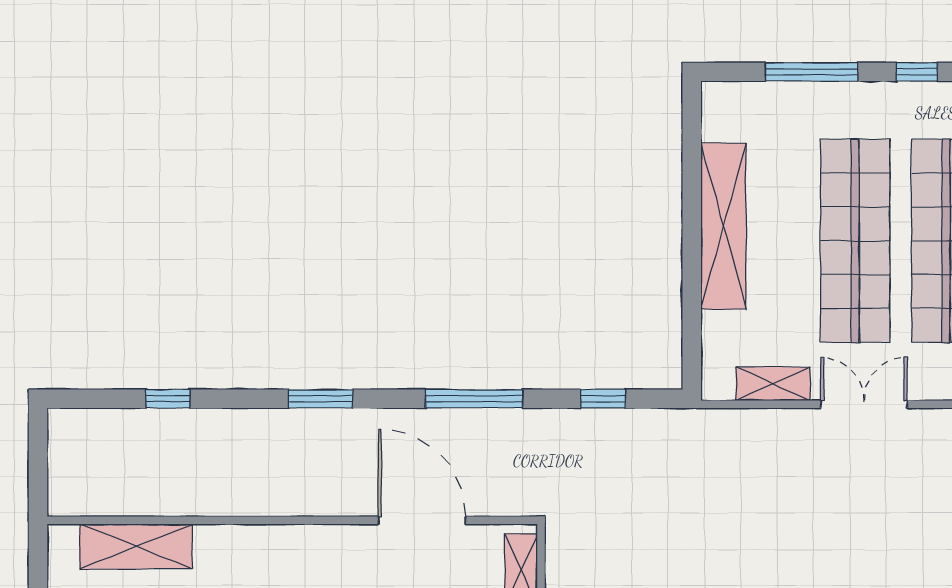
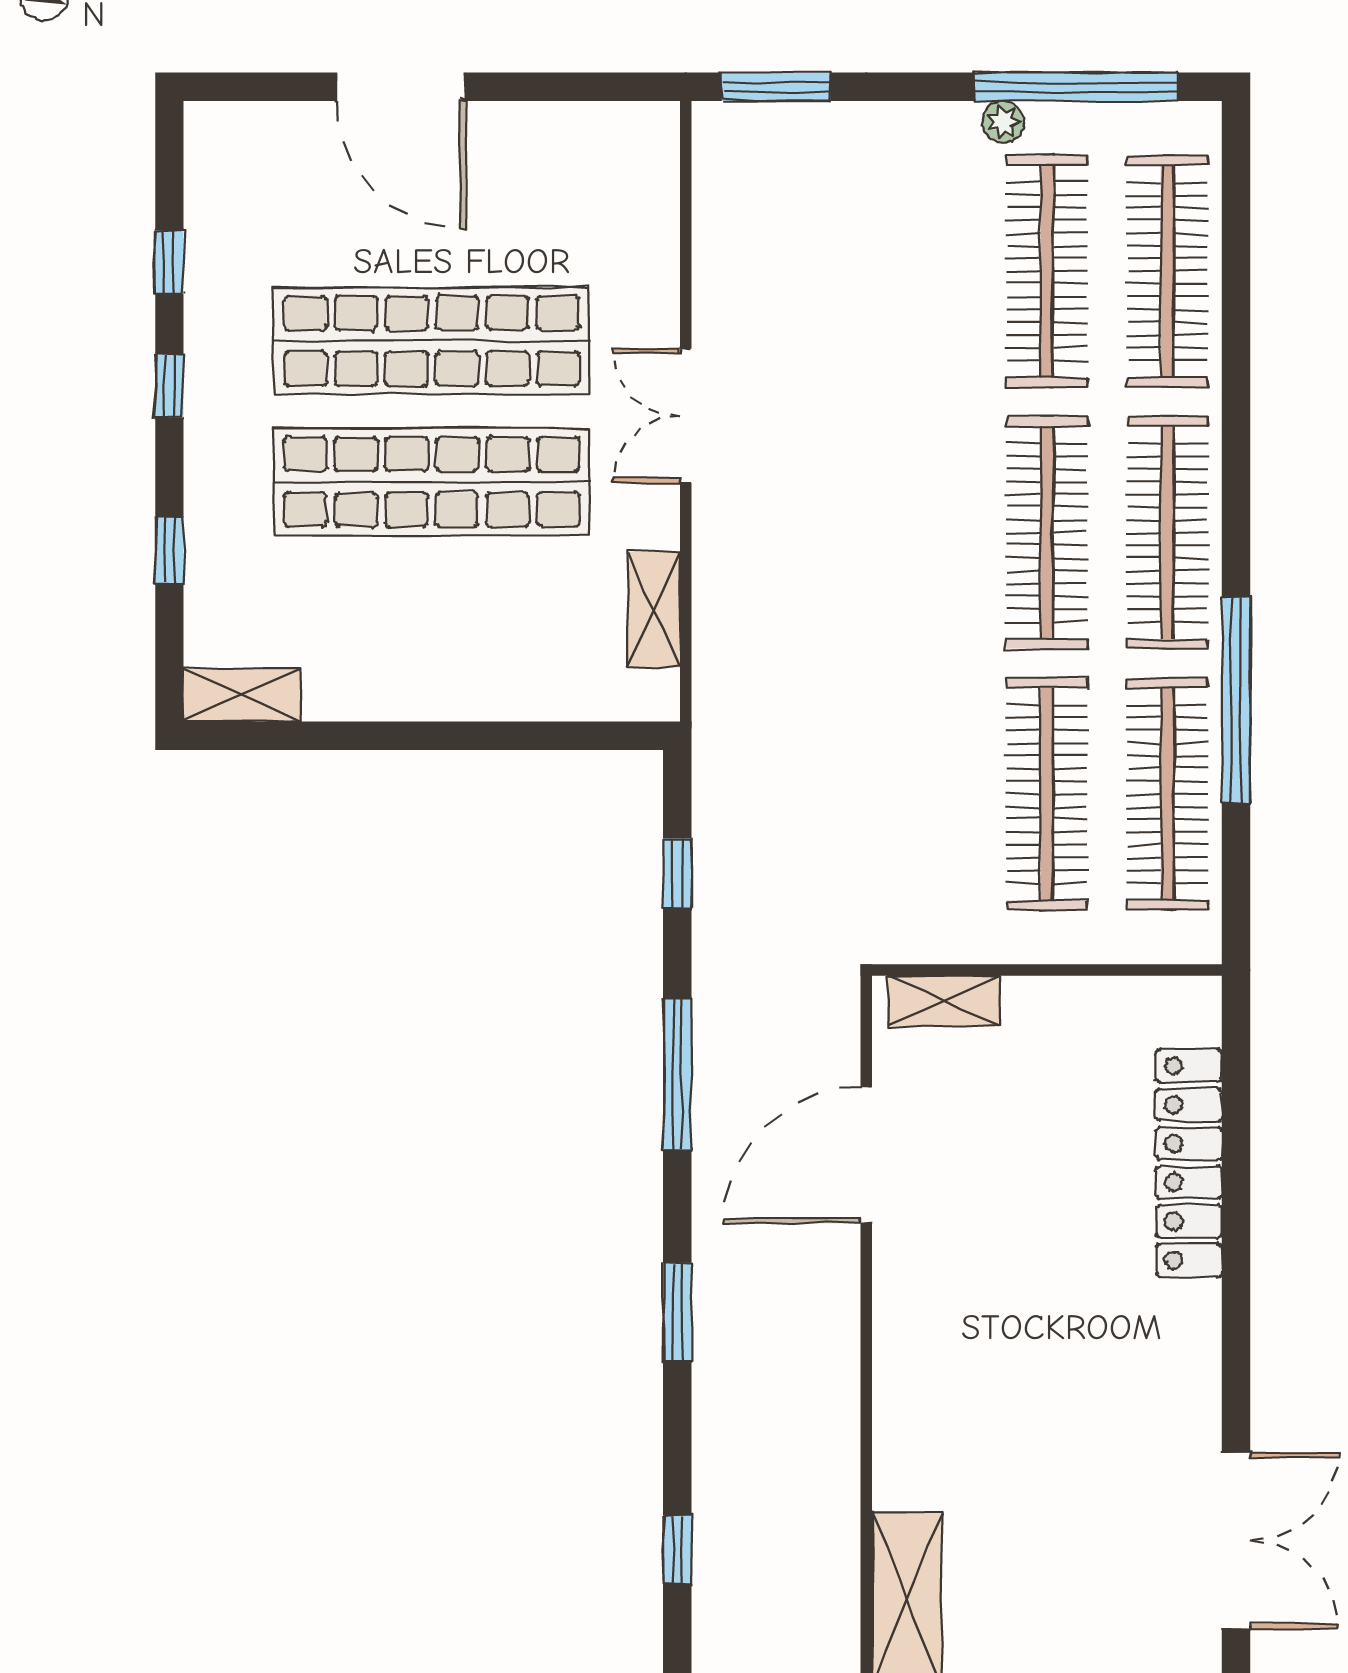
window: (811, 72) -> (169, 550), width x0.46
shelving: (723, 226) -> (242, 695), moved, width x0.45, depth x0.75
double door: (864, 404) -> (686, 416), moved

